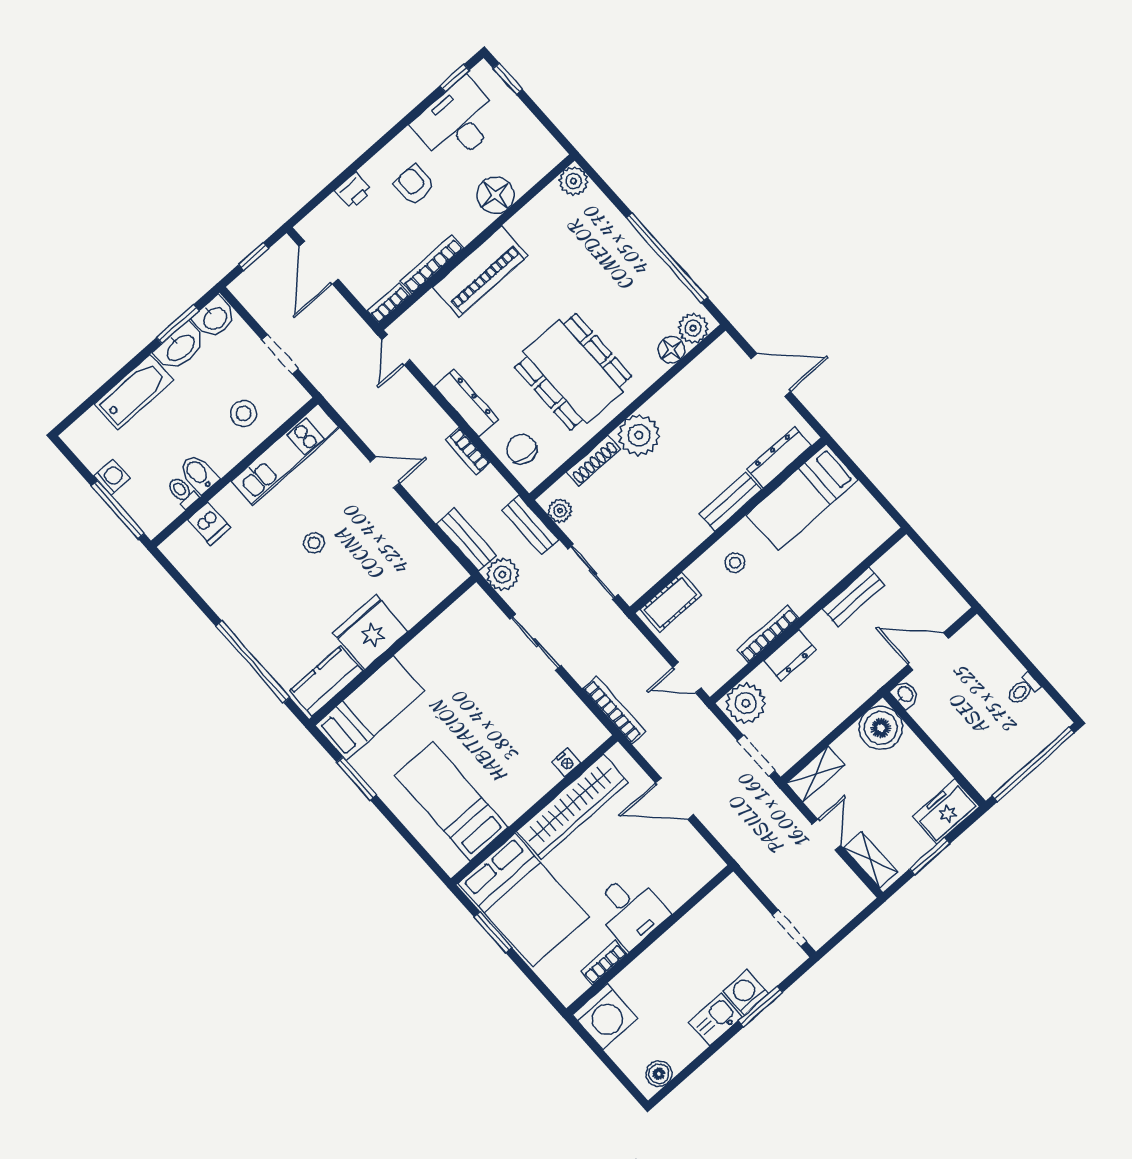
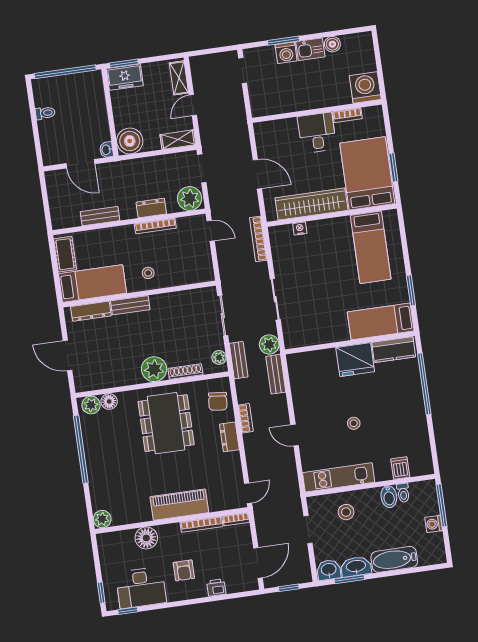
dresser: (466, 403) -> (229, 437), width x0.70
cot: (671, 602) -> (65, 254), moved, turned 90
window: (930, 856) -> (124, 63), moved
boiler: (659, 1074) -> (332, 44), moved

